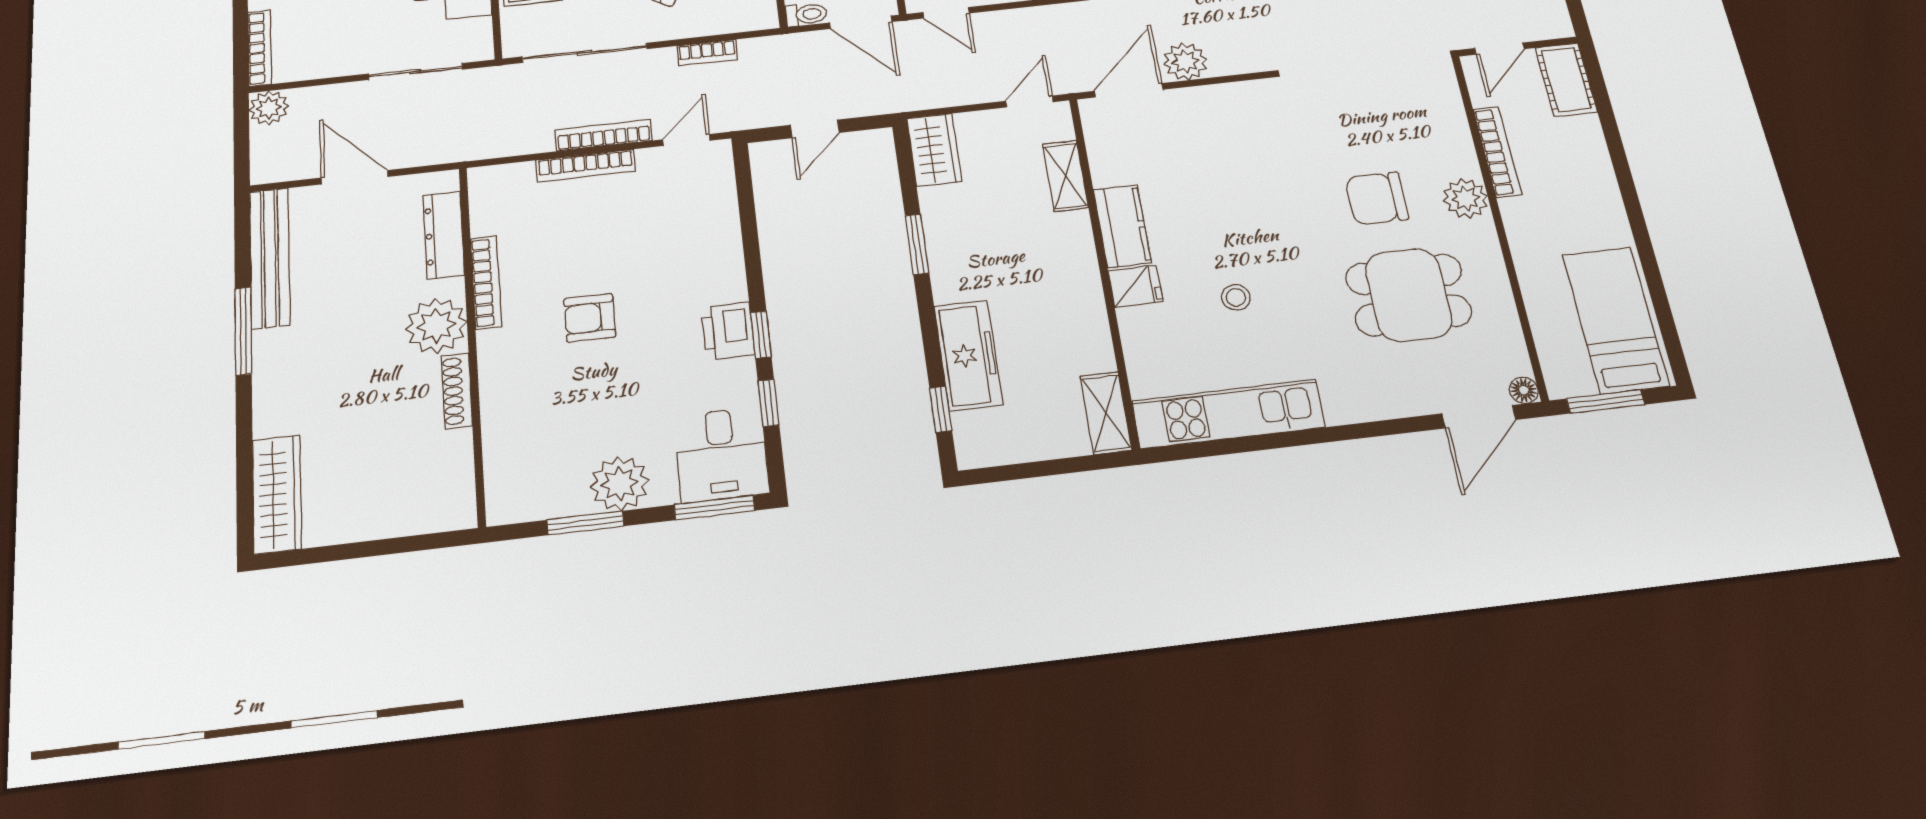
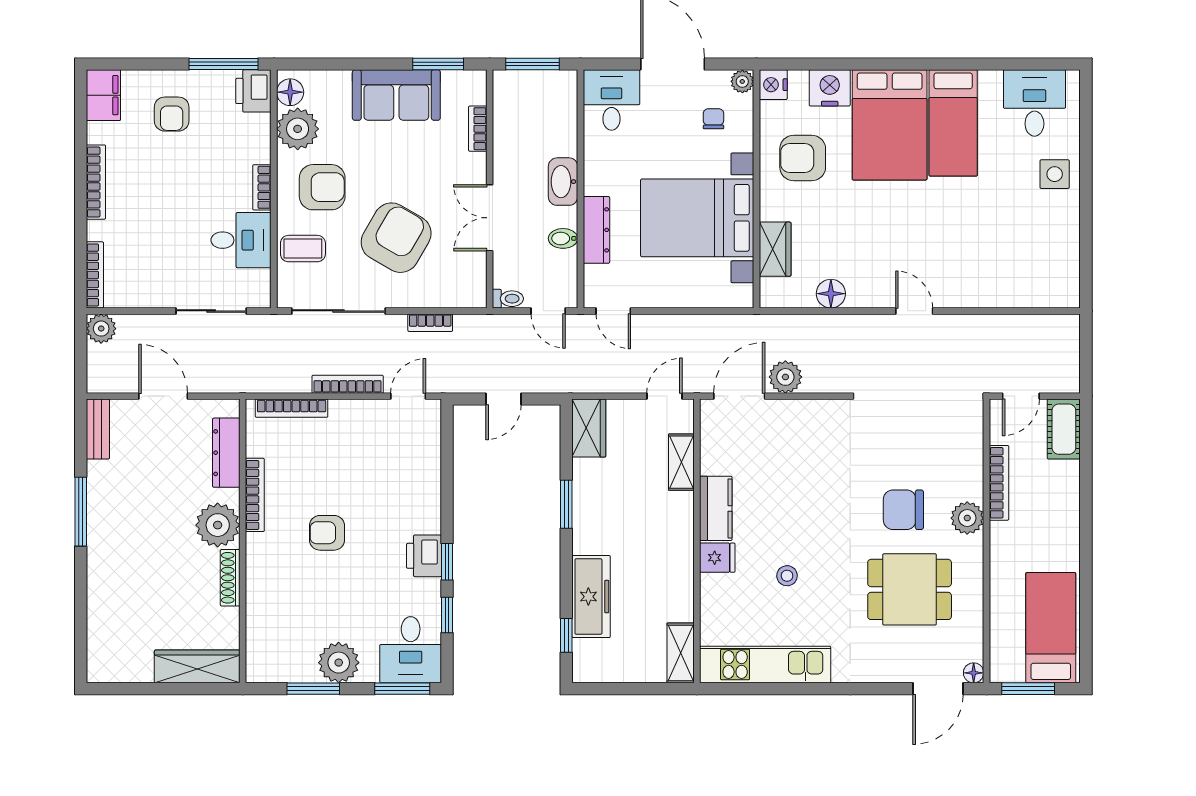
door: (861, 22) -> (548, 311), width x0.73
bookcase: (586, 166) -> (292, 408), moved
bench: (270, 258) -> (98, 429), width x0.54, depth x0.82
wardrobe: (277, 494) -> (197, 666), moved, turned -90

